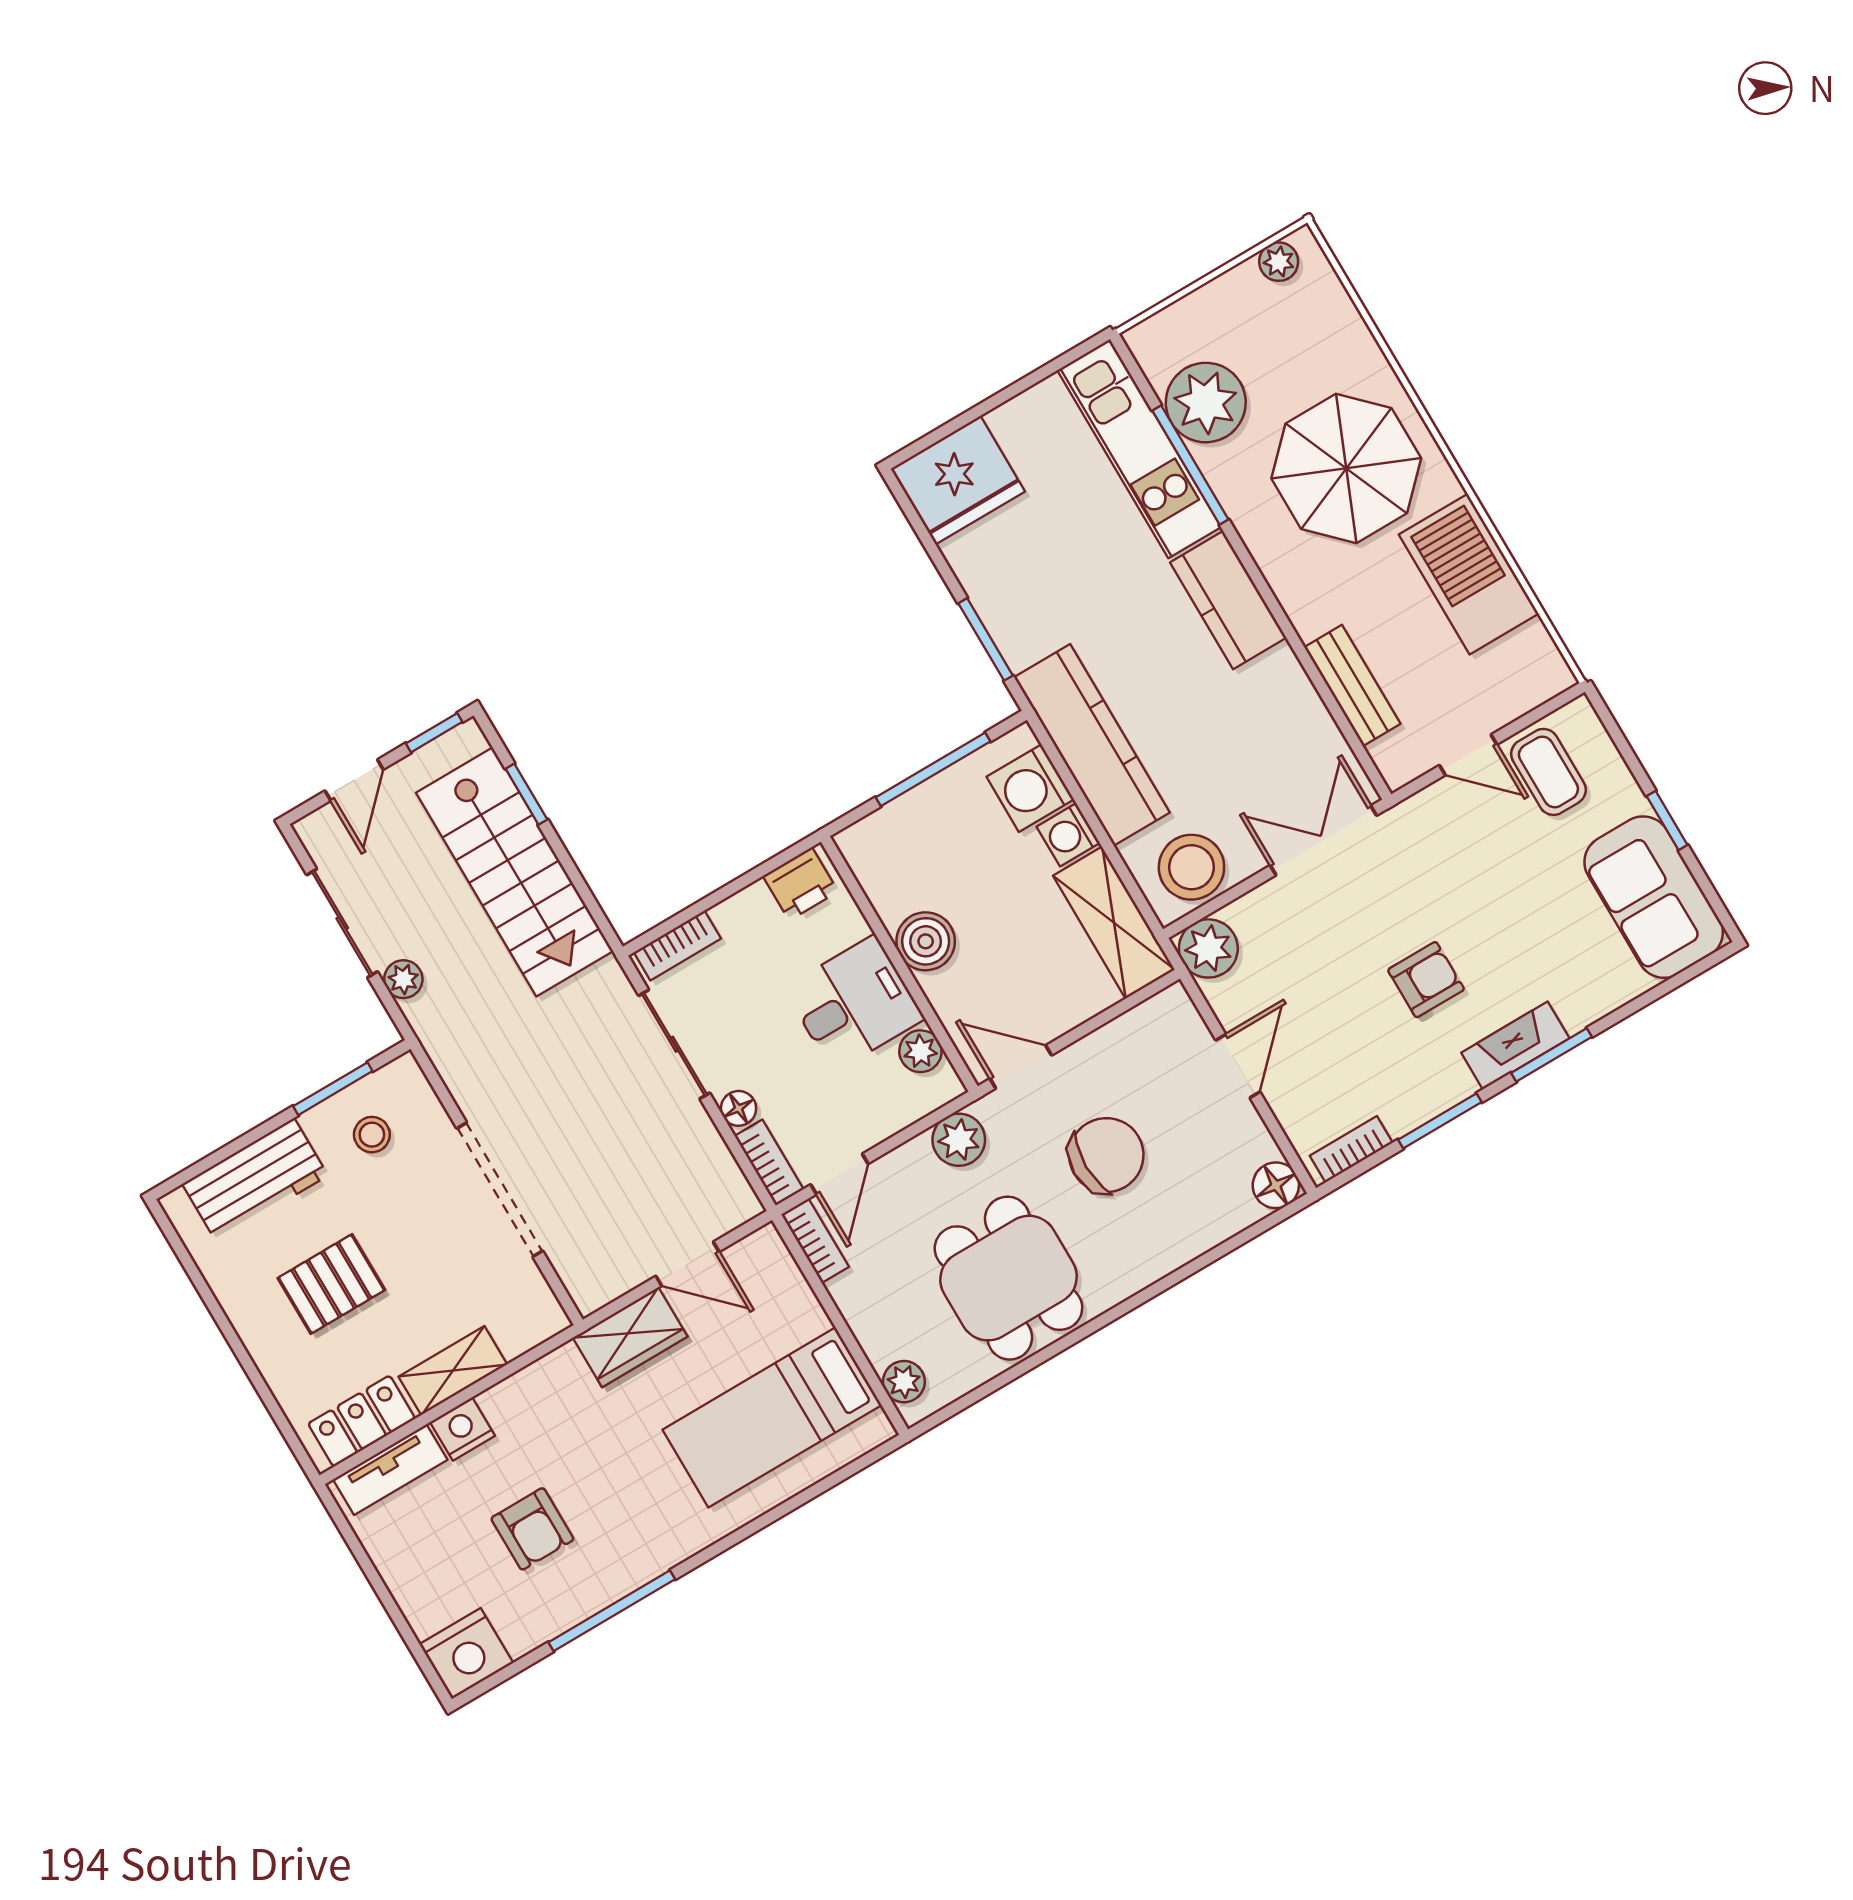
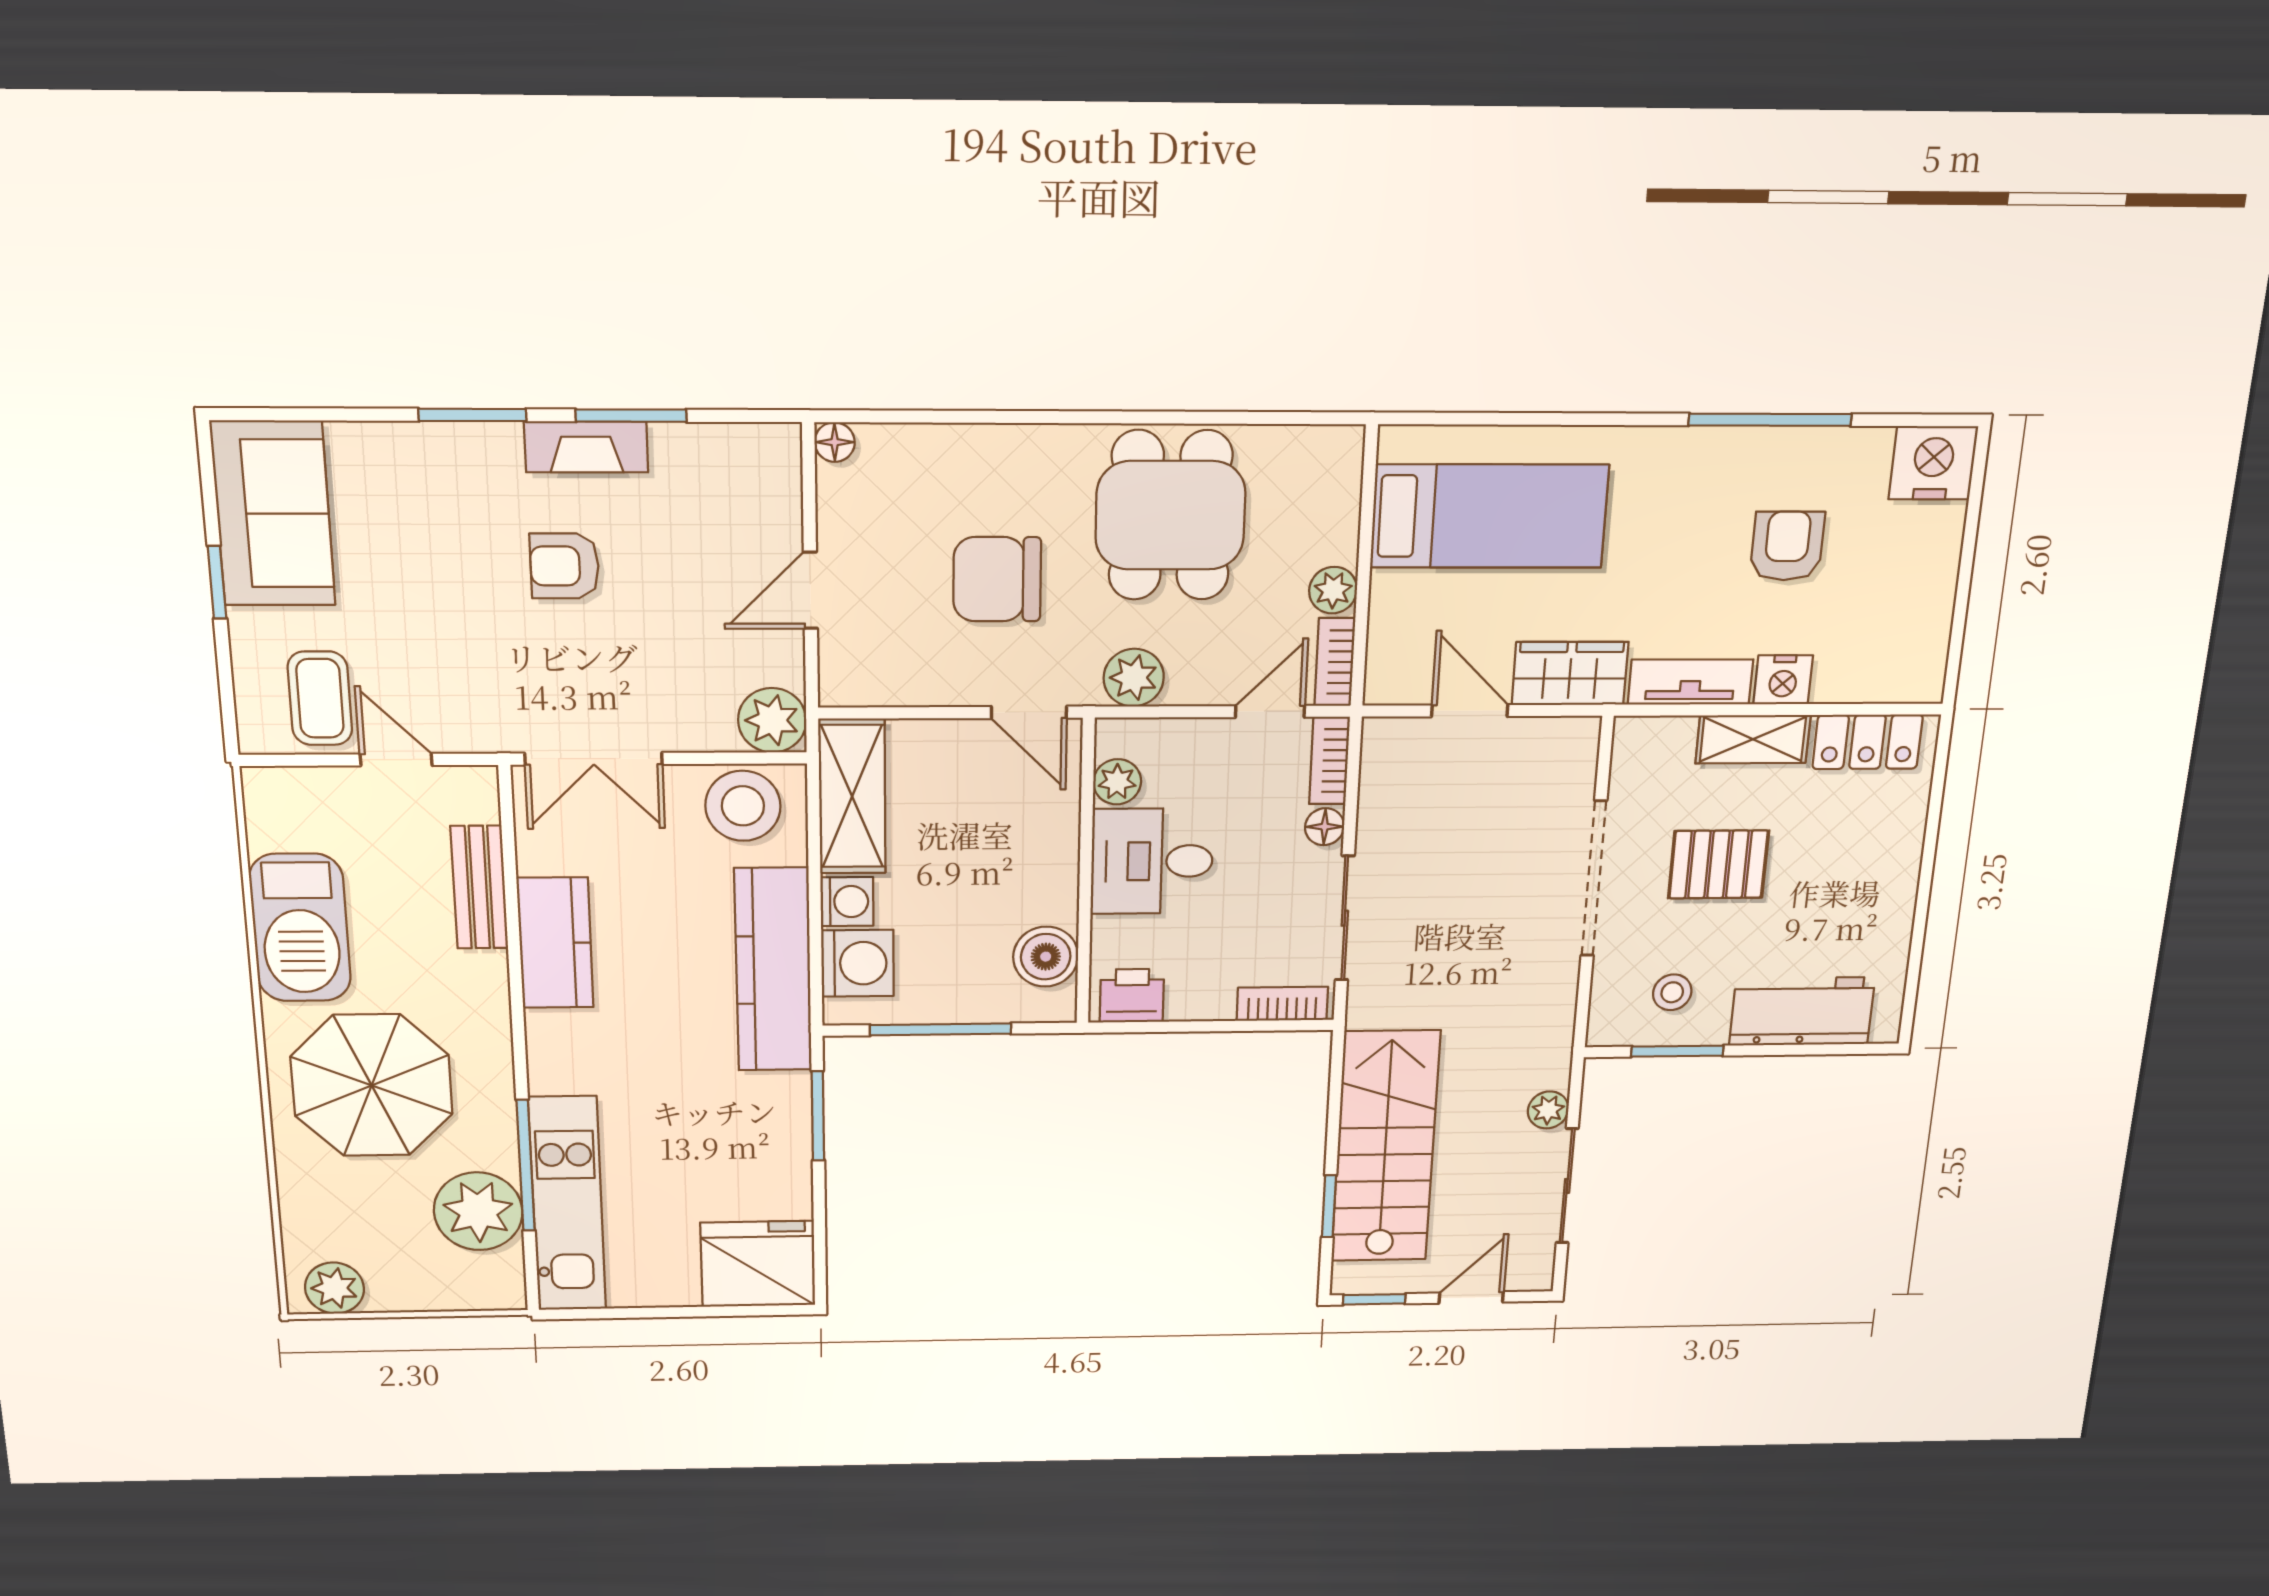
plant: (1279, 262) -> (334, 1288), width x1.38, depth x1.38
kitchen counter: (1228, 600) -> (555, 943), moved
boiler: (926, 941) -> (1046, 957), moved
fireplace: (1515, 1045) -> (586, 447), moved
bookcase: (1351, 1149) -> (742, 440), removed
floor lamp: (1276, 1185) -> (835, 442), width x0.73, depth x0.73
pallet: (331, 1284) -> (1718, 864), moved
plant: (904, 1382) -> (1333, 590), moved
tv unit: (390, 1470) -> (1690, 682), moved

